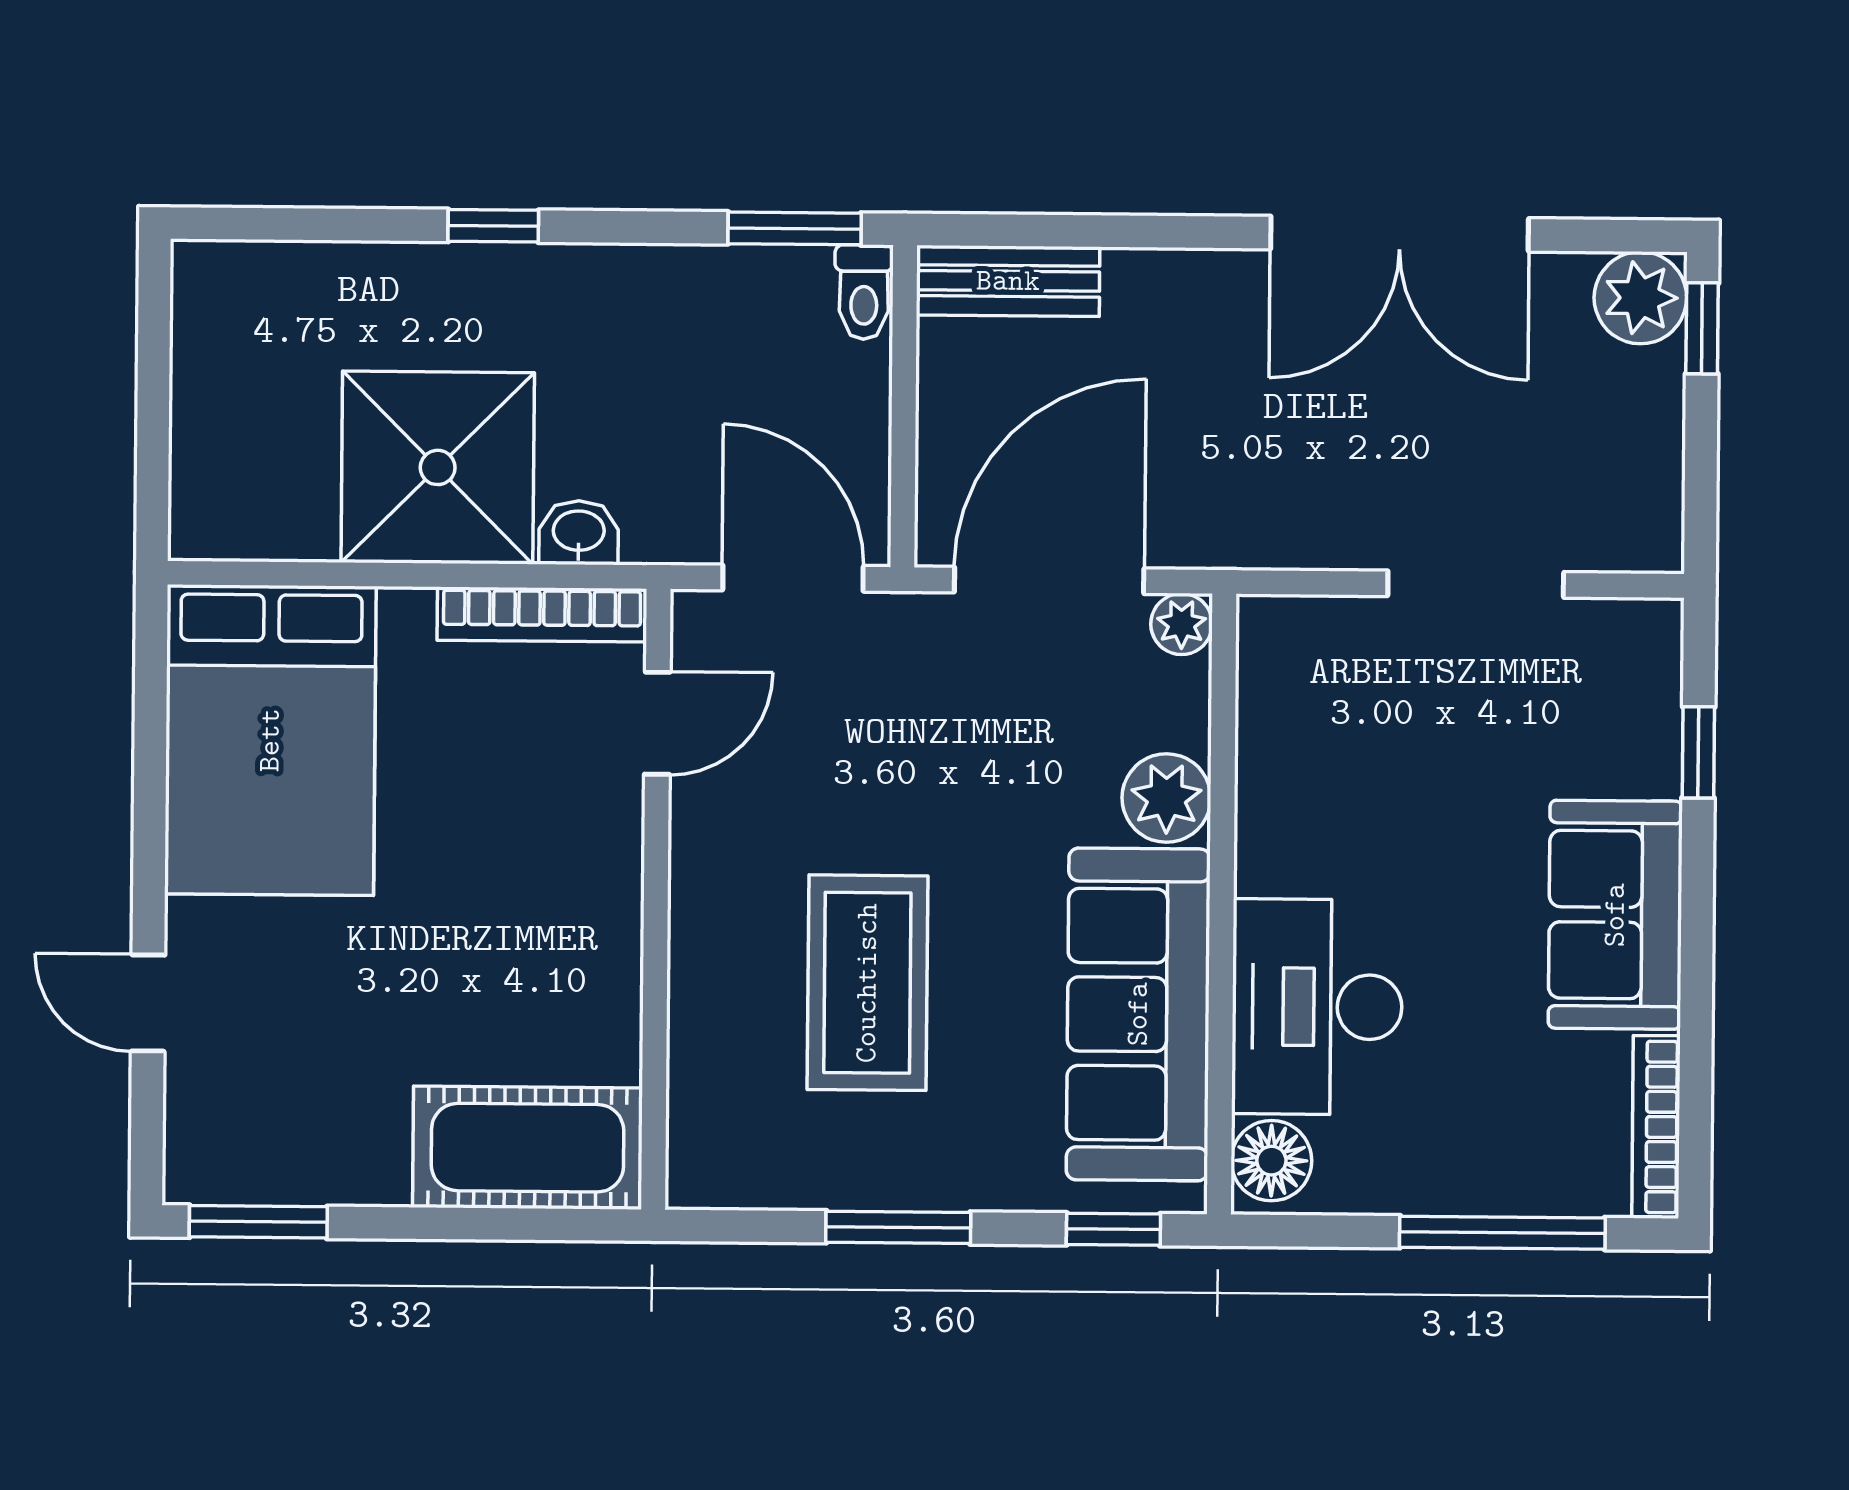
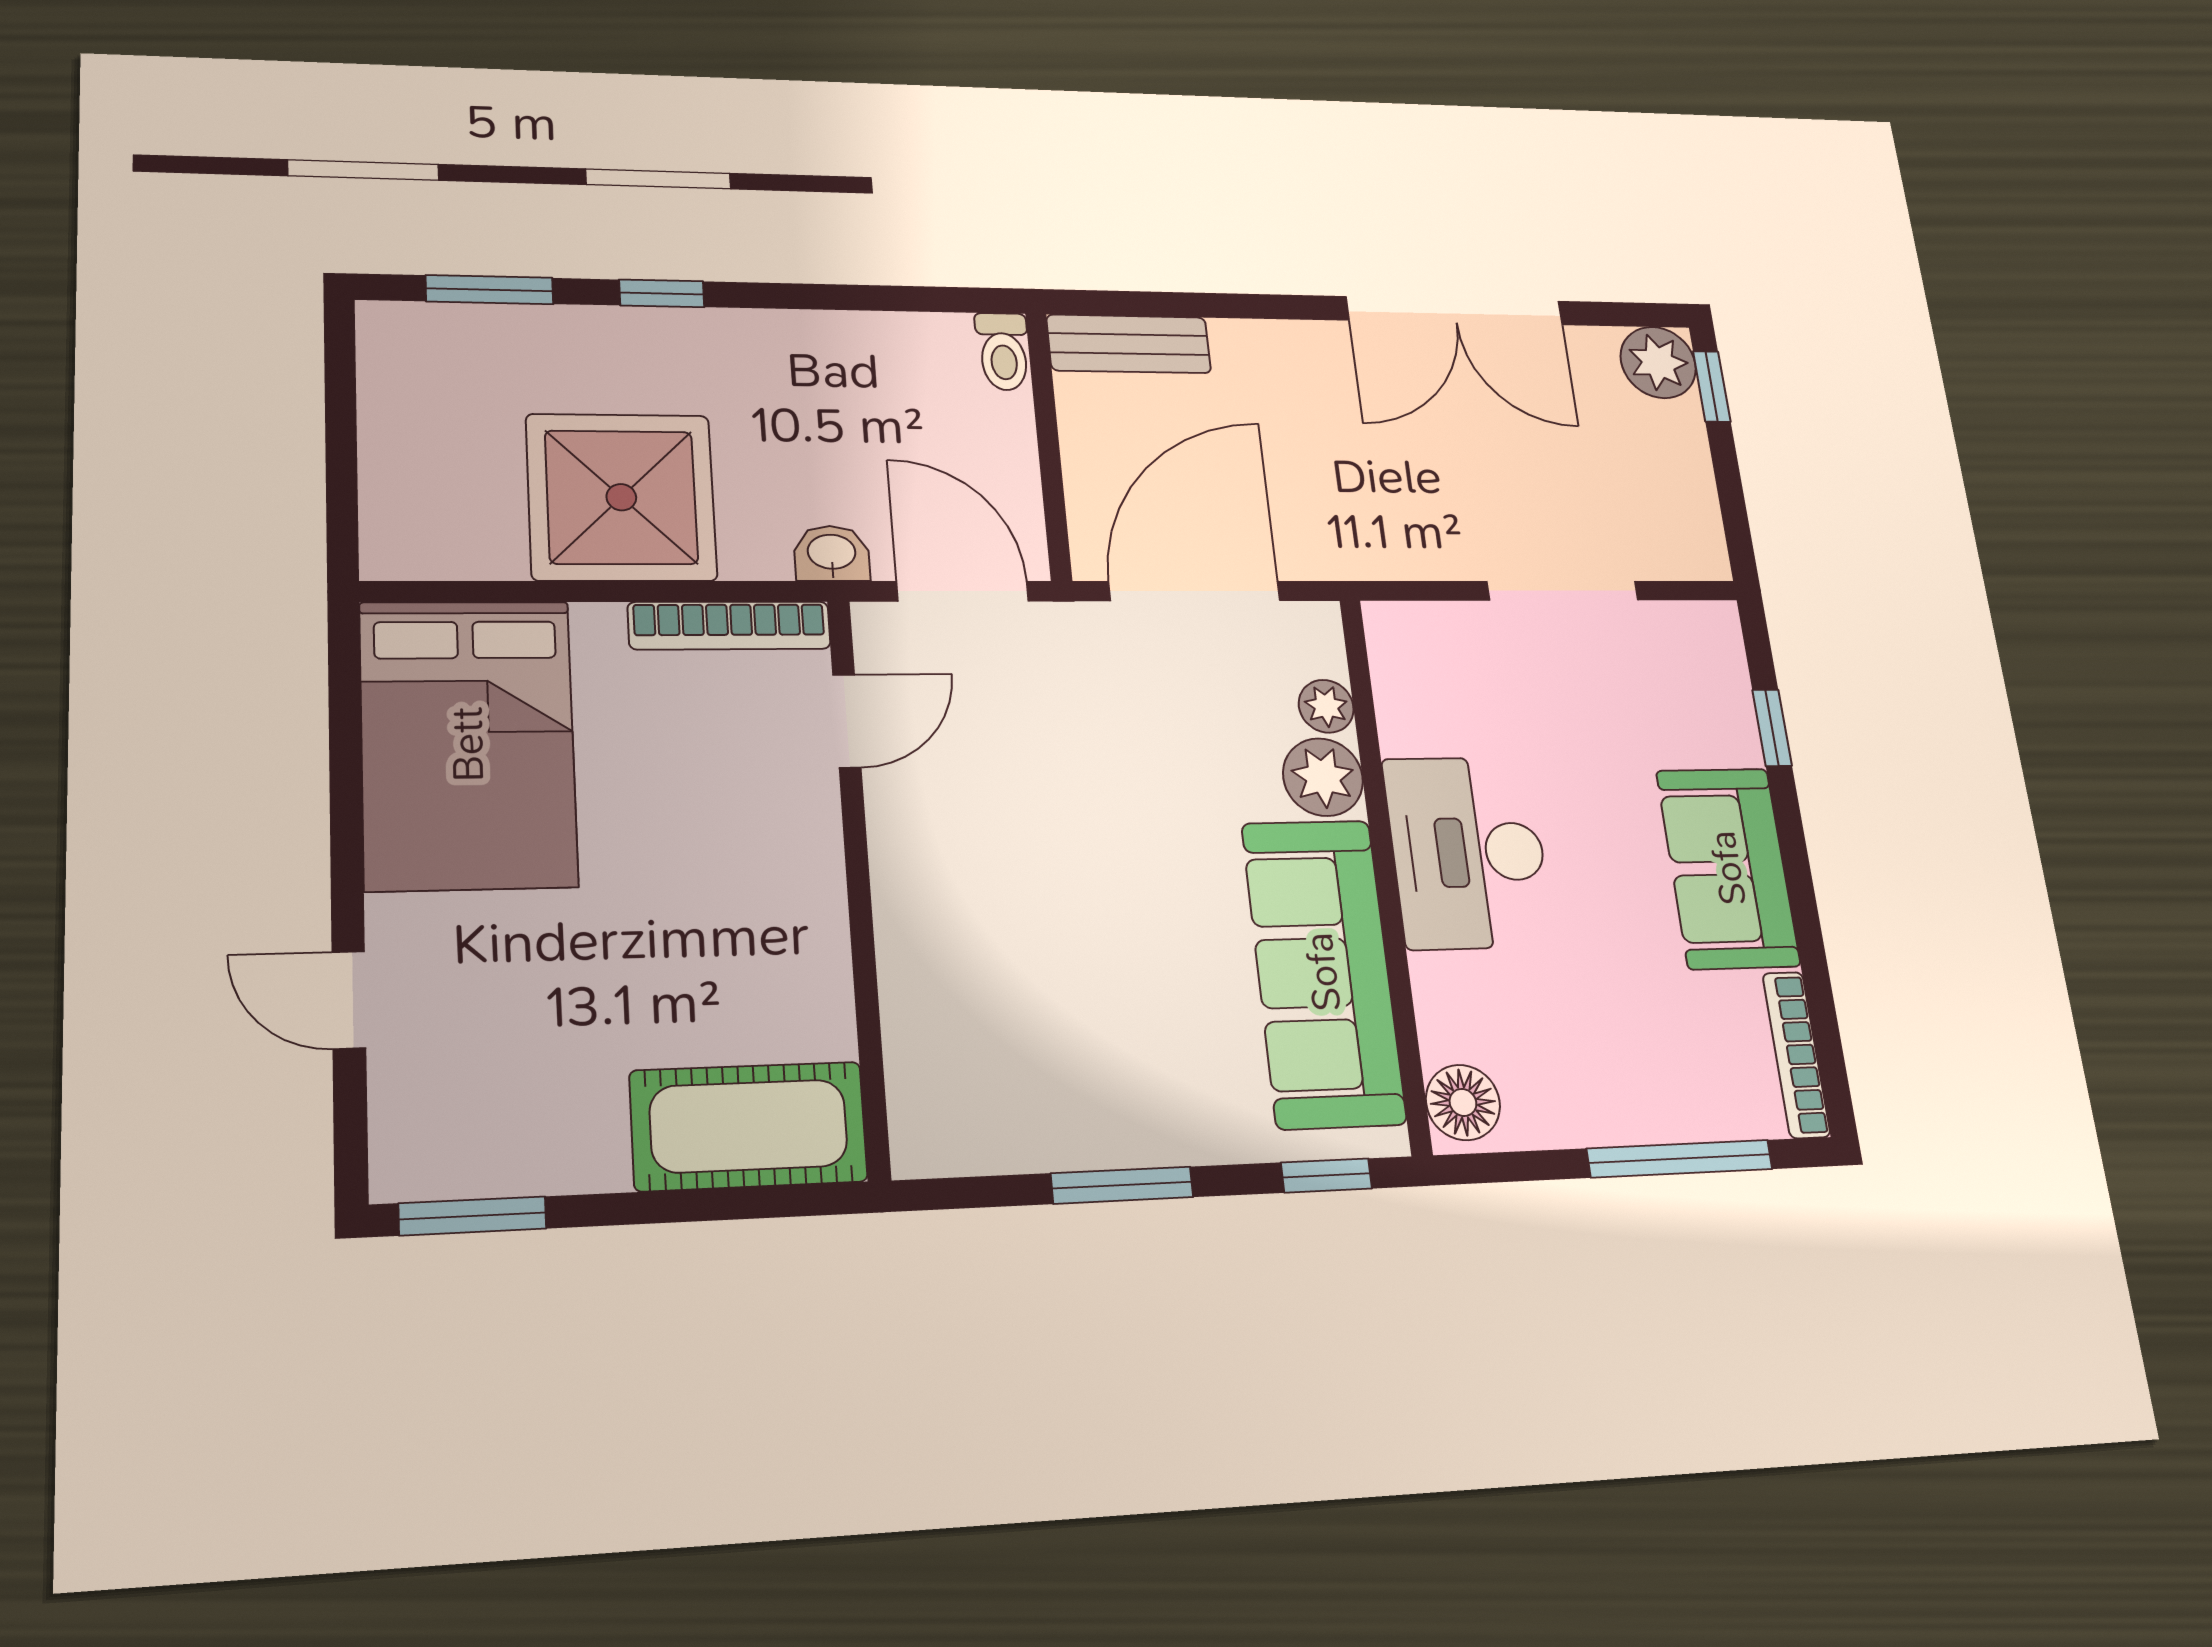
window: (795, 228) -> (490, 290), moved
washbasin: (579, 533) -> (832, 553), moved
plant: (1182, 624) -> (1326, 706), moved
coffee table: (867, 983) -> (1068, 953), removed
desk: (1317, 1007) -> (1468, 852), moved

